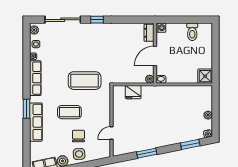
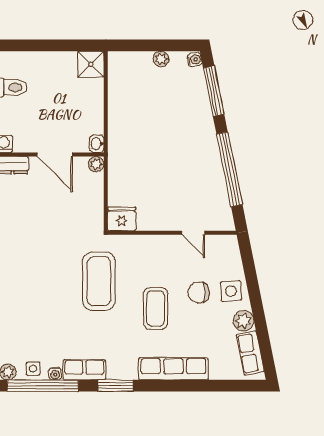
window: (26, 49) -> (43, 386), added
row of seats: (35, 78) -> (84, 370), width x0.68
fridge: (133, 92) -> (122, 219), moved, turned -90
window: (26, 109) -> (116, 386), moved
window: (190, 144) -> (214, 91), width x1.44
window: (147, 153) -> (229, 169), width x2.11

